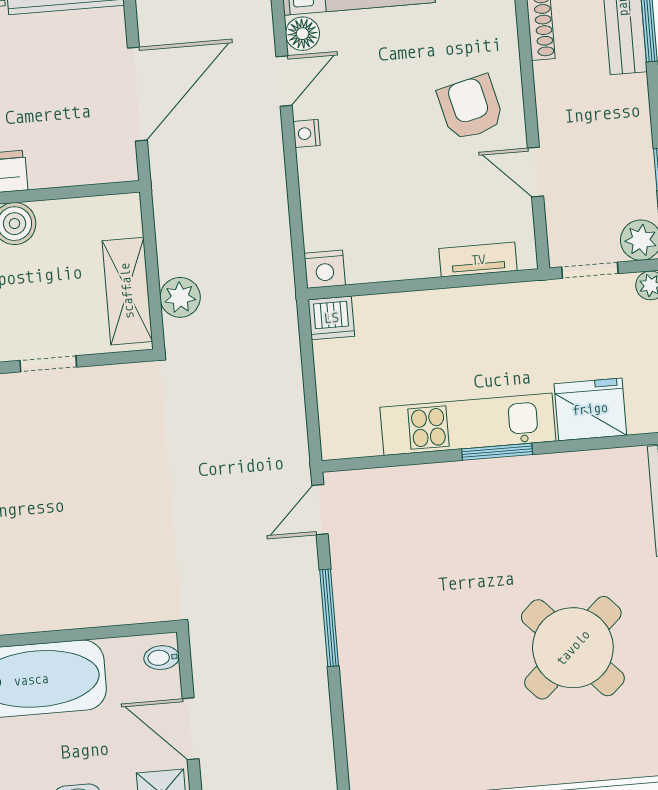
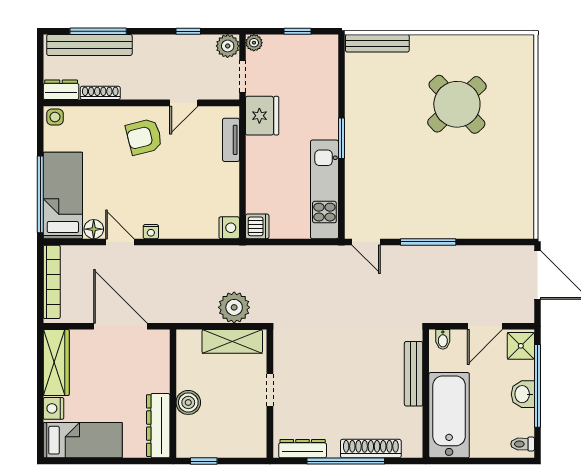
plant: (180, 297) -> (234, 307), width x1.36, depth x1.36
fridge: (590, 409) -> (262, 116), moved, turned 180
kitchen unit: (468, 424) -> (324, 189), moved
bench: (97, 612) -> (414, 374), added

